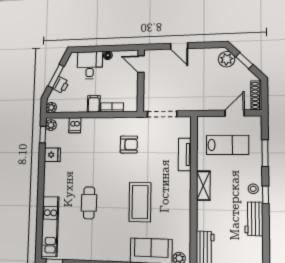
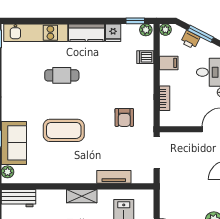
filing cabinet: (94, 104) -> (169, 63), moved
kitchen counter: (52, 179) -> (87, 33), added

